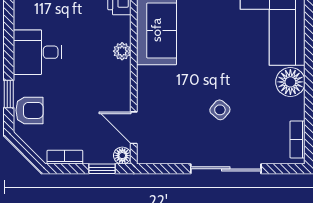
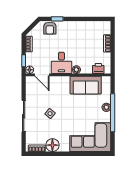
desk: (38, 52) -> (61, 63), moved, turned 180
floor lamp: (290, 82) -> (52, 145), moved
door: (134, 128) -> (42, 75), swing flipped

